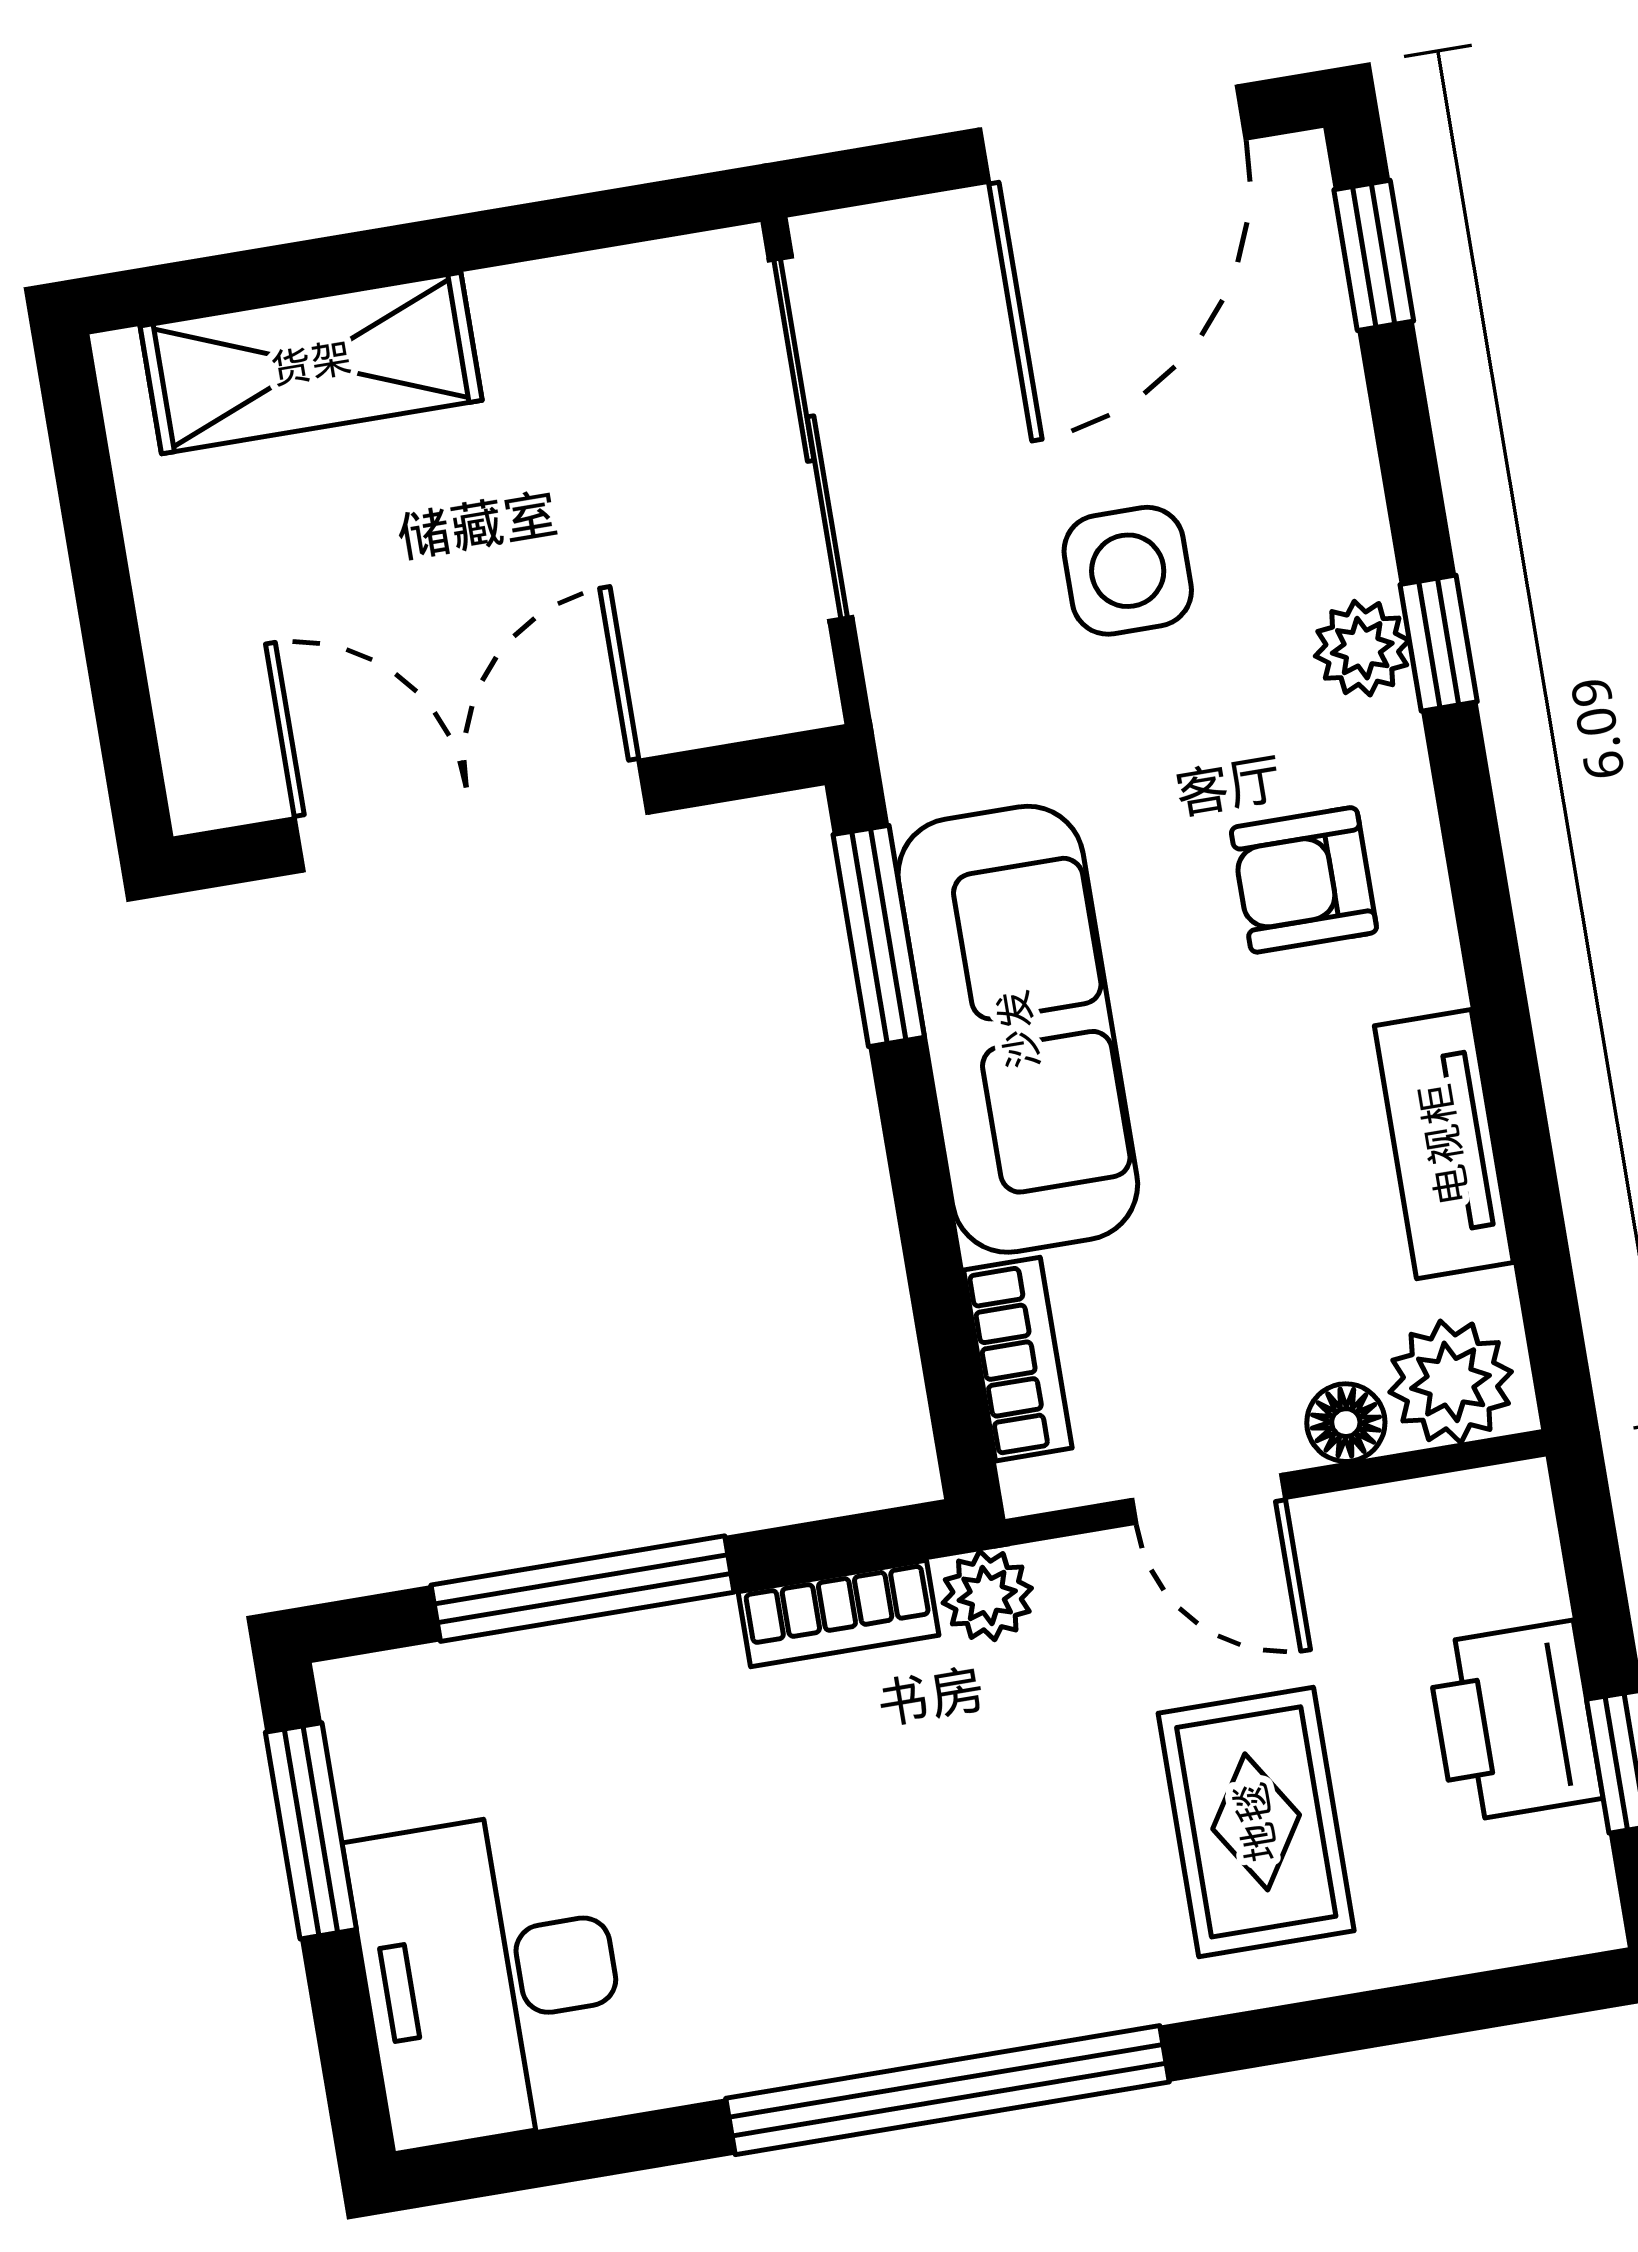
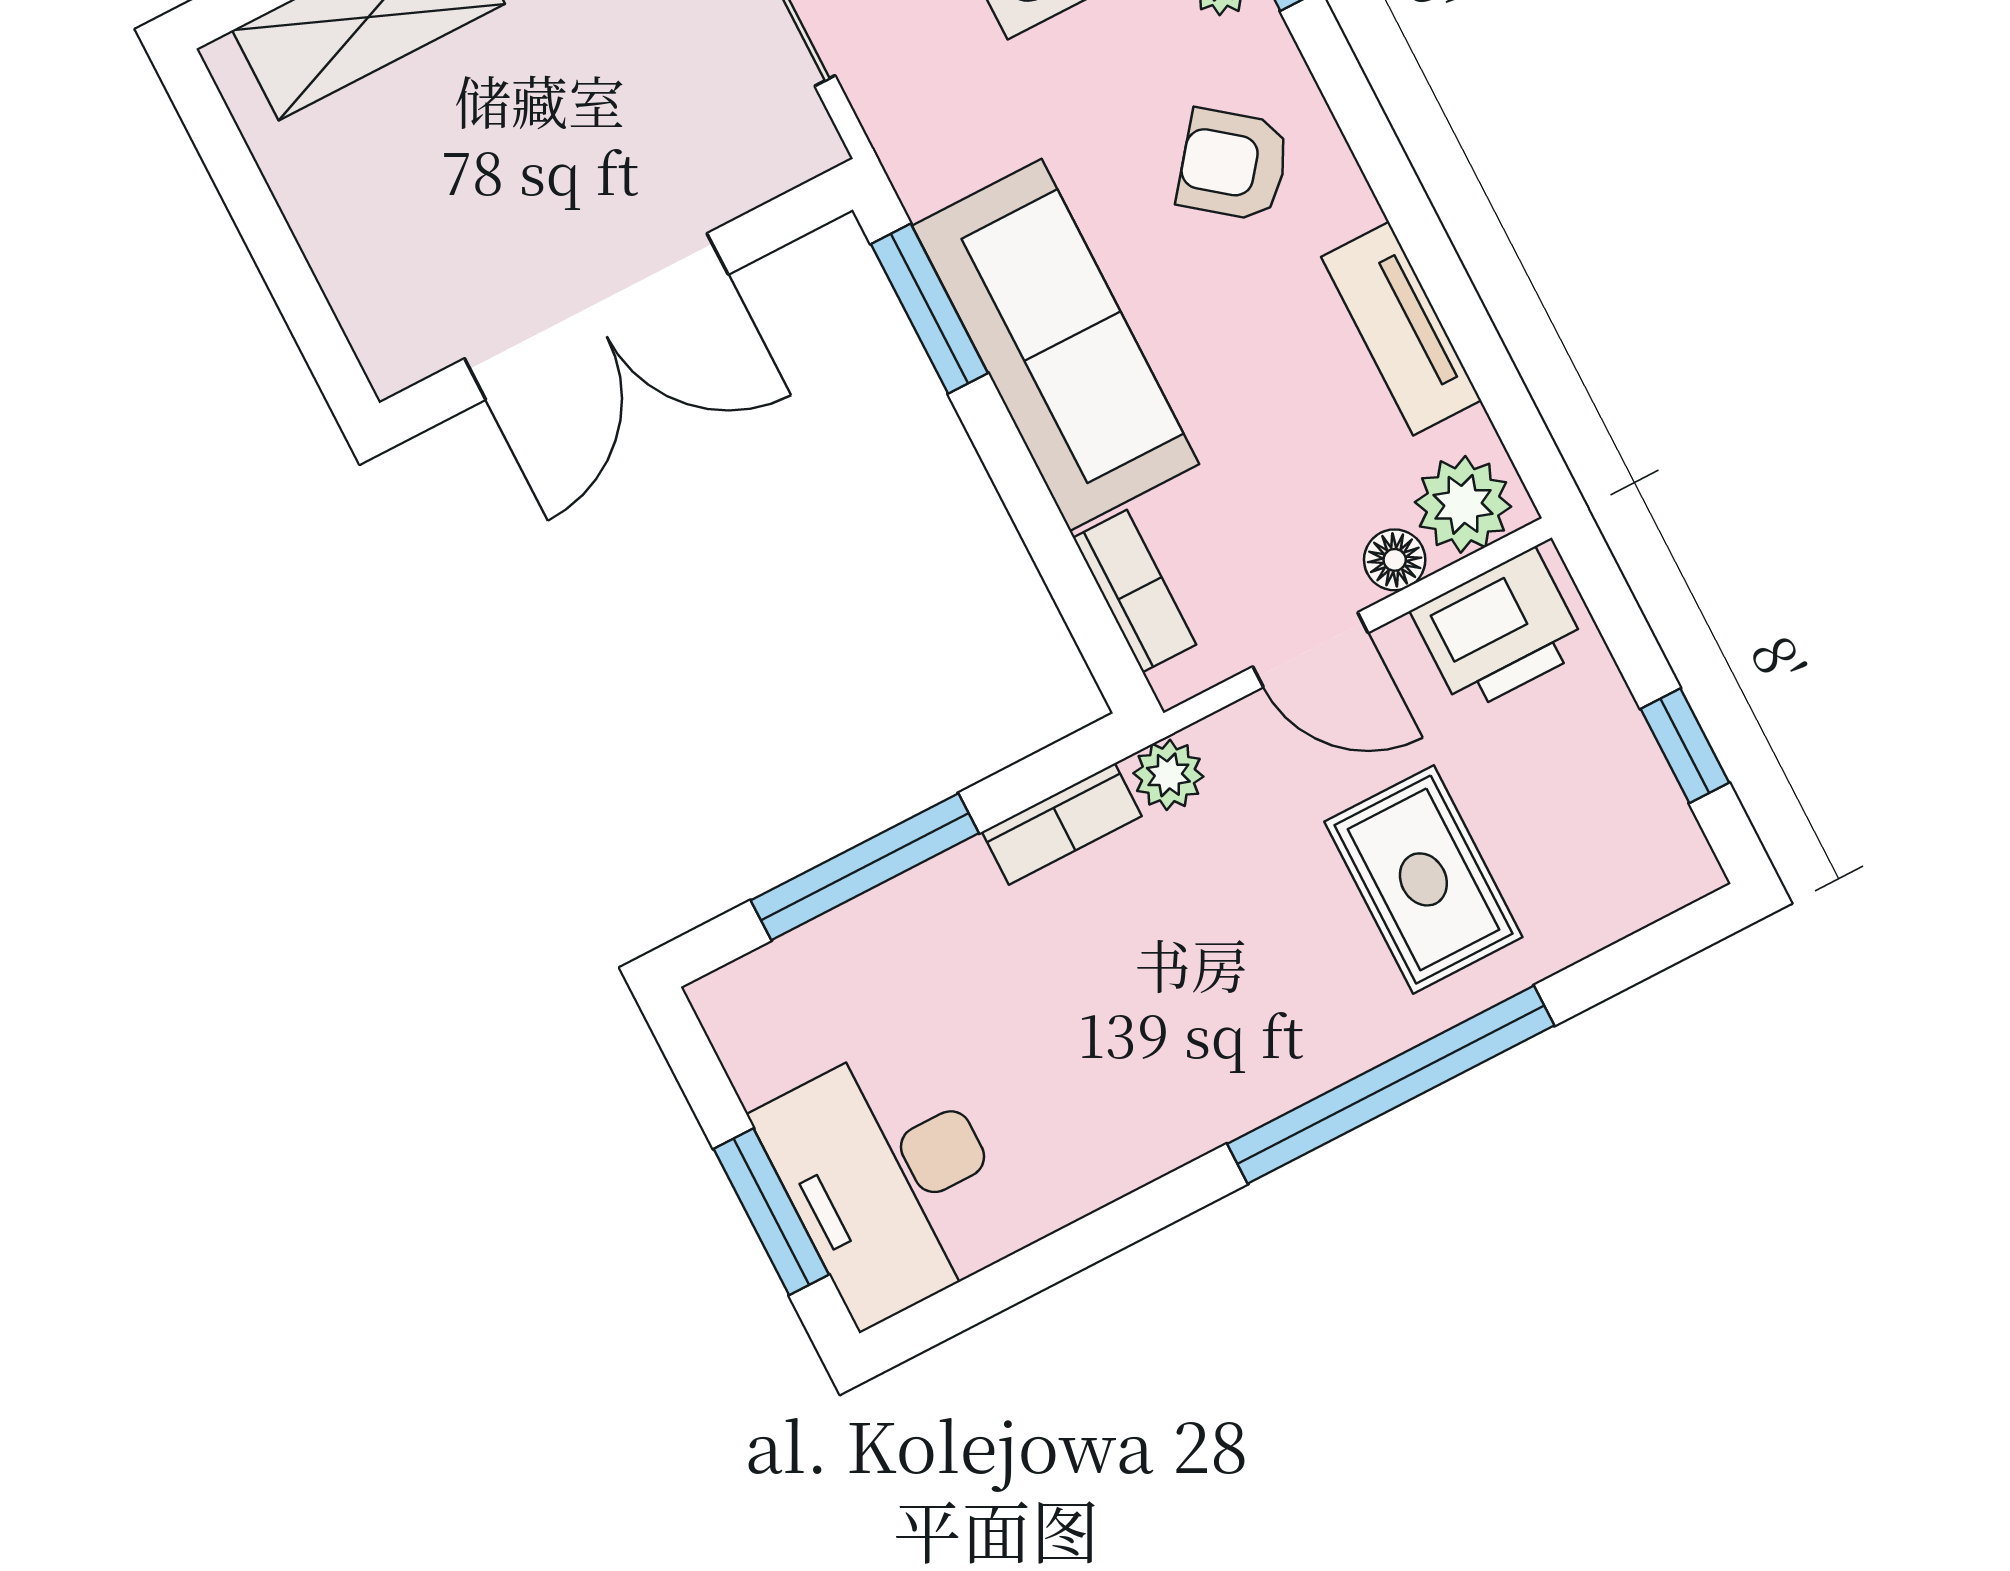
double door: (471, 816) -> (596, 316), swing flipped
armchair: (1304, 880) -> (1233, 165), turned 38
printer: (1514, 1722) -> (1499, 631), moved, turned -90
window: (311, 1831) -> (771, 1212), moved
window: (948, 2090) -> (1391, 1085), moved

